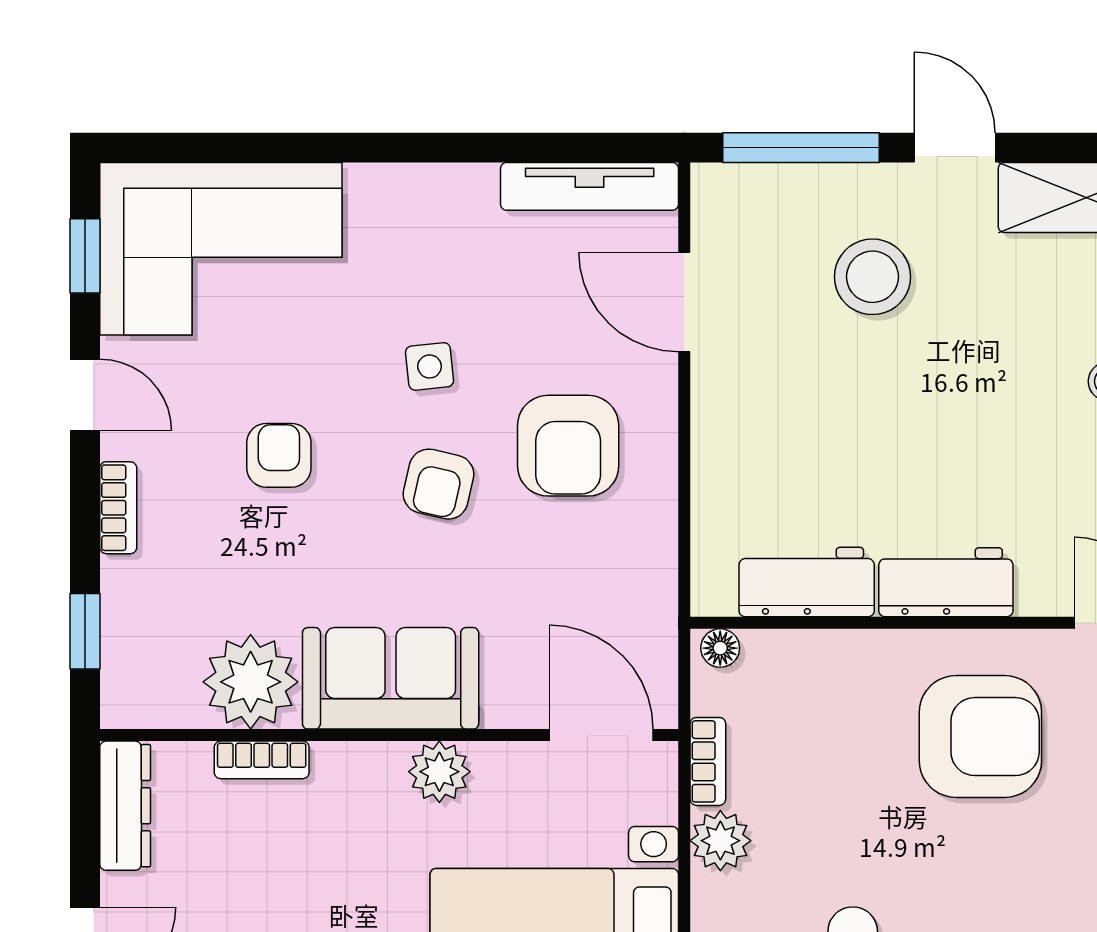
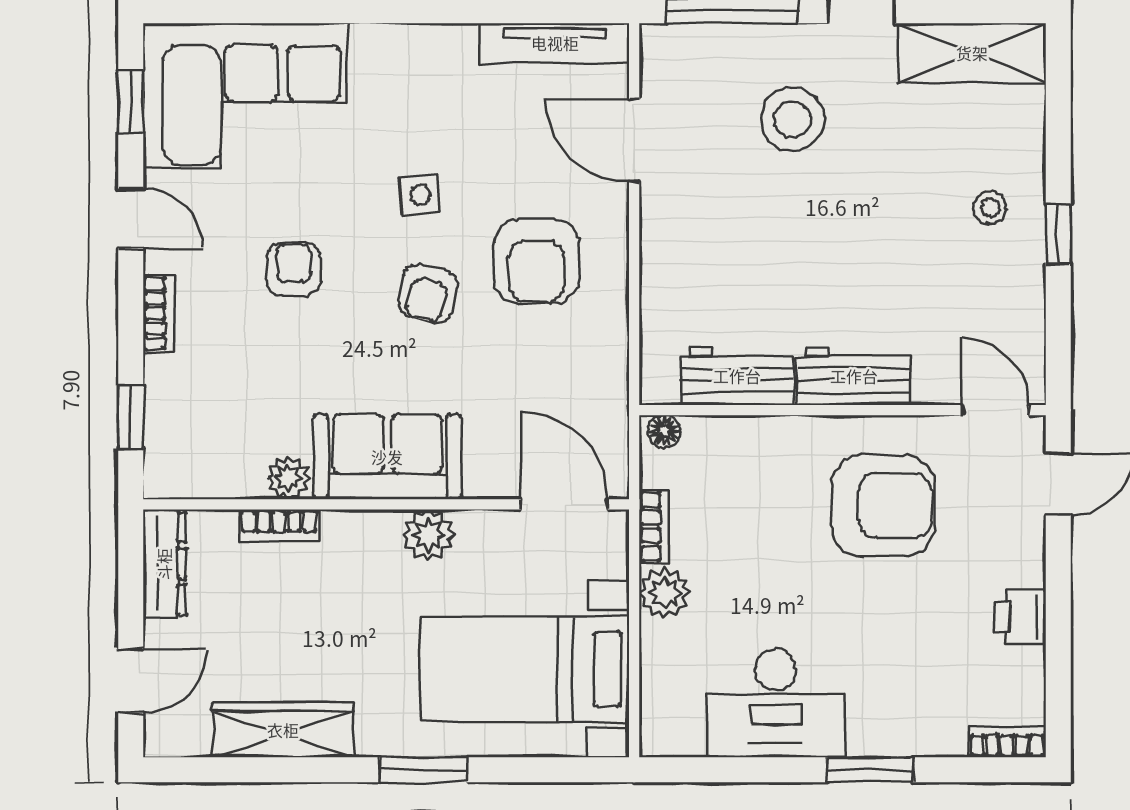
plant: (251, 682) -> (288, 478), width x0.53, depth x0.53

